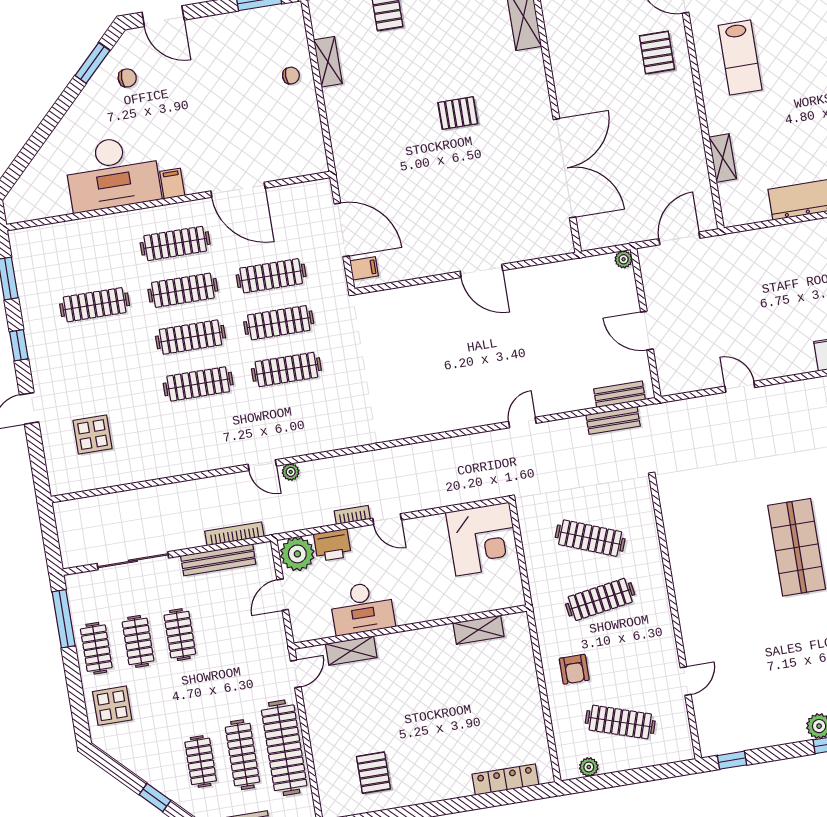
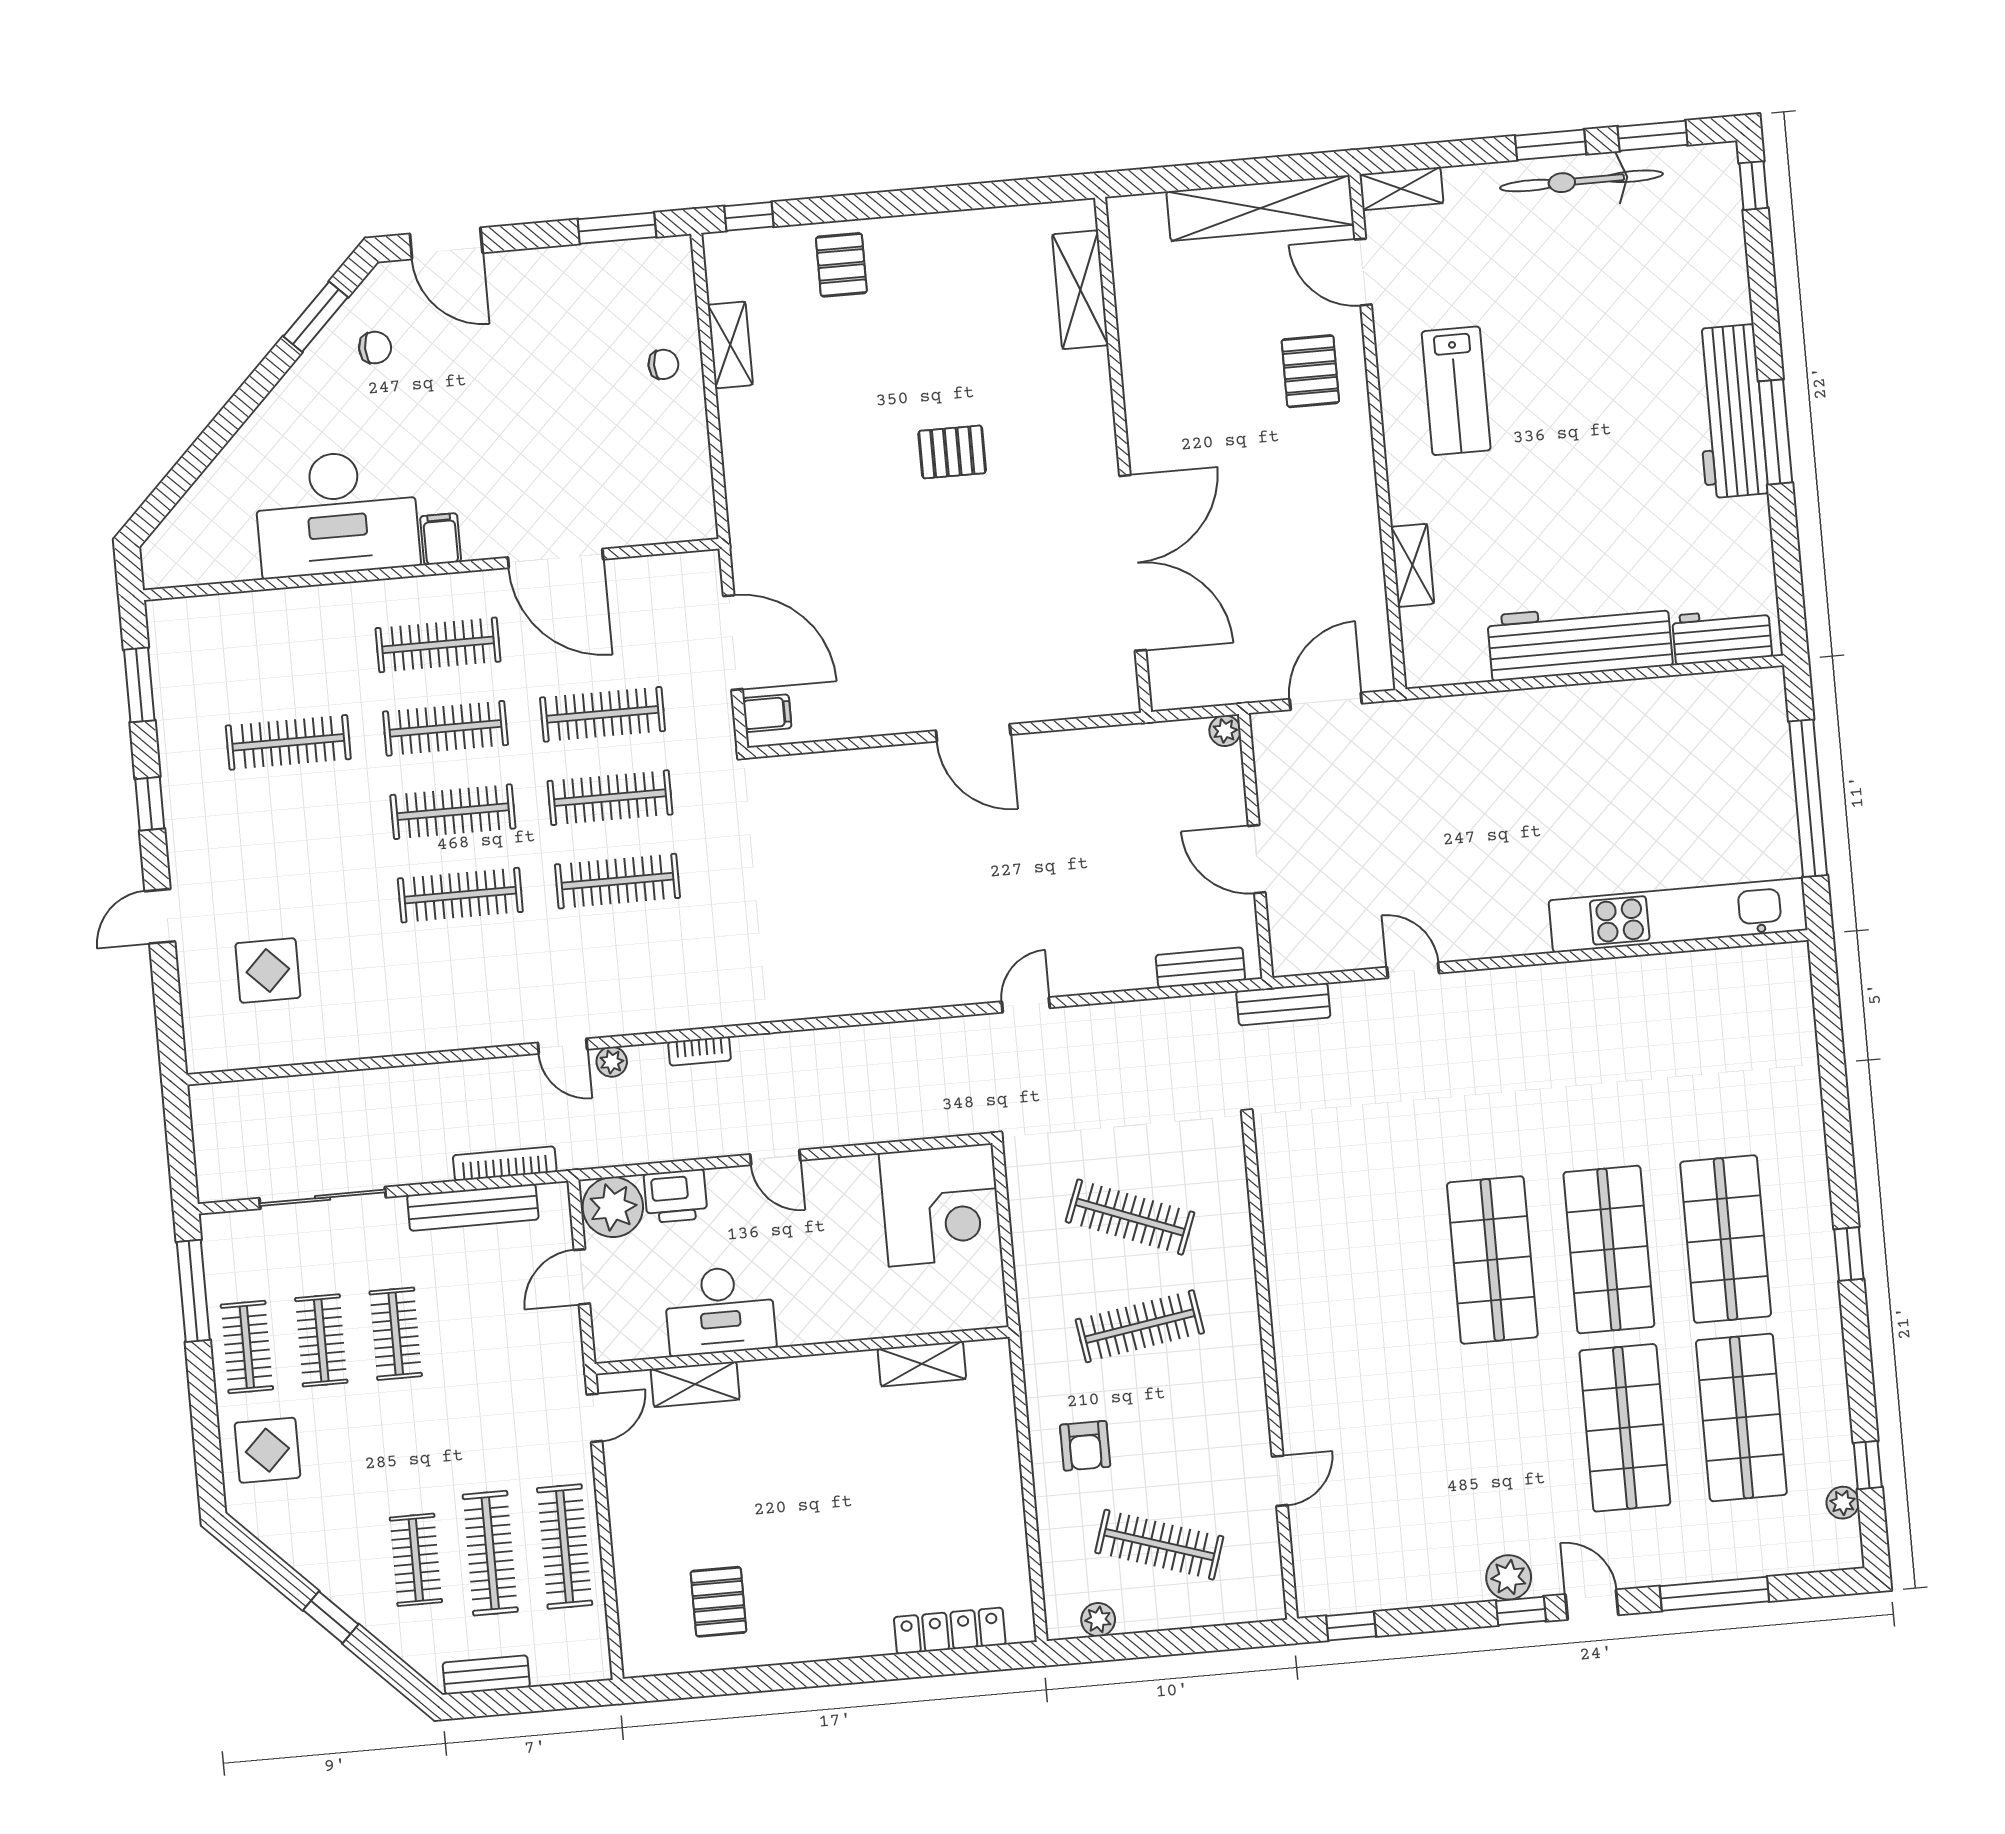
bench: (613, 420) -> (1283, 1004), moved
bookcase: (352, 515) -> (699, 1051), moved, turned 180
clothes rail: (284, 748) -> (565, 1547), width x0.73, depth x0.76

